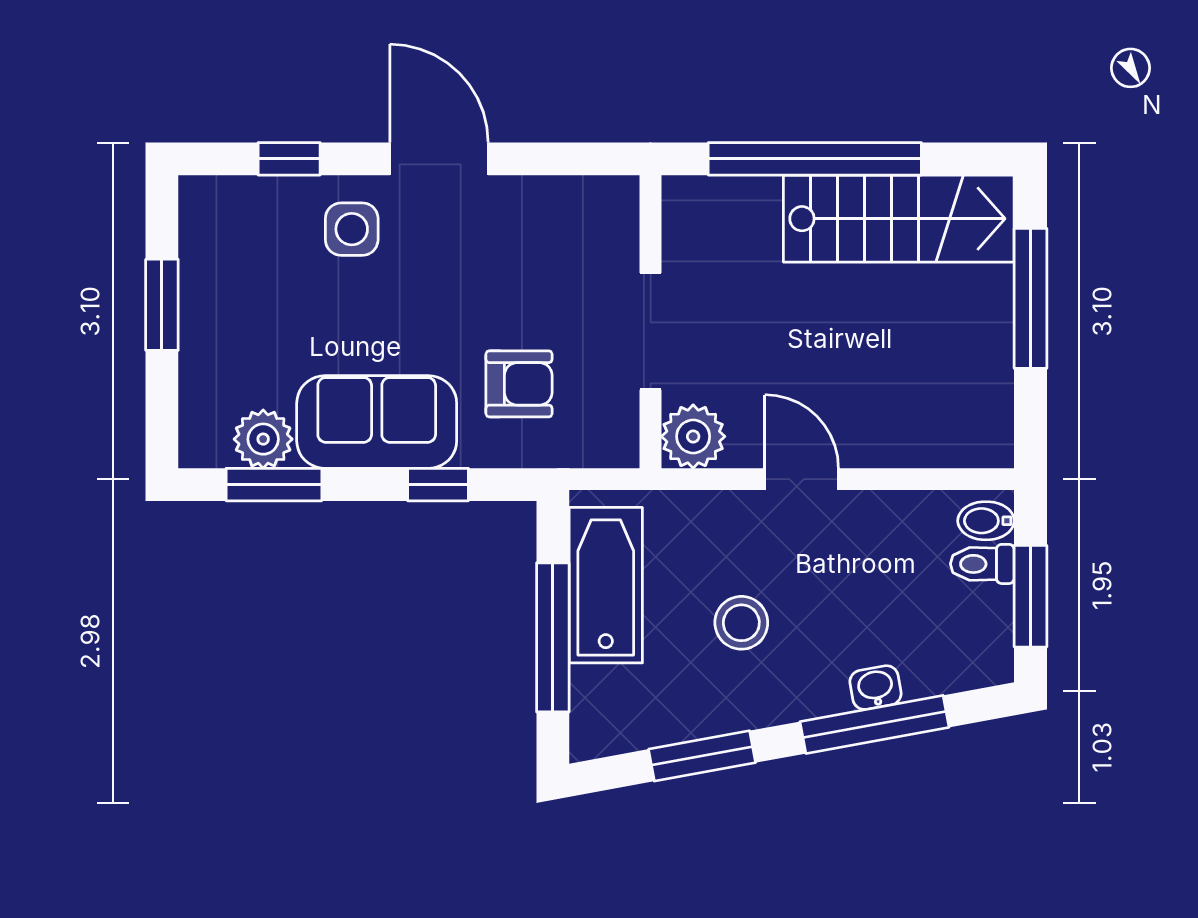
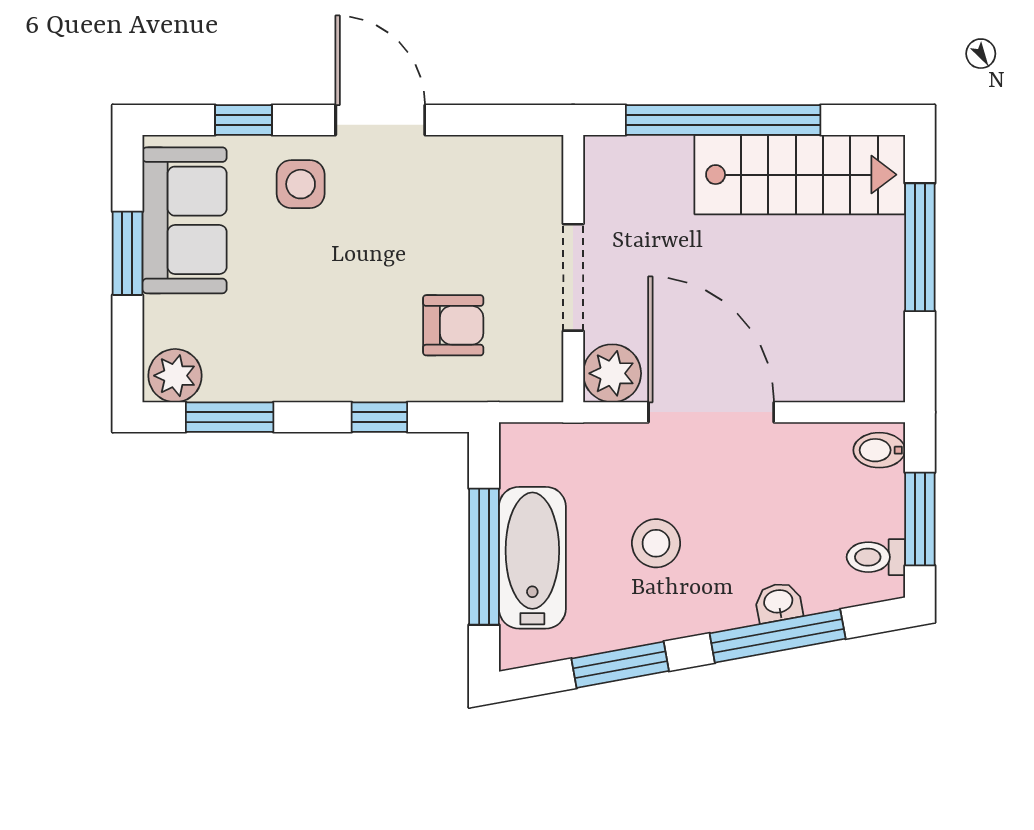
sofa: (377, 422) -> (185, 220), moved, turned 90
plant: (263, 439) -> (175, 376), moved
door: (802, 479) -> (711, 412), width x1.88
toilet: (982, 564) -> (876, 557), moved
bathtub: (606, 585) -> (532, 558), moved

